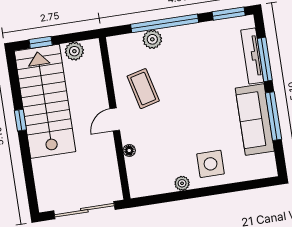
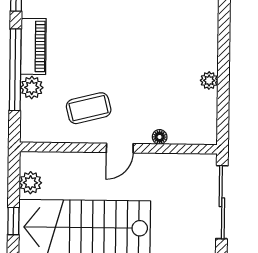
piano: (186, 35) -> (33, 46), added
door: (115, 119) -> (120, 148), hinge flipped
side table: (211, 164) -> (192, 43), removed

